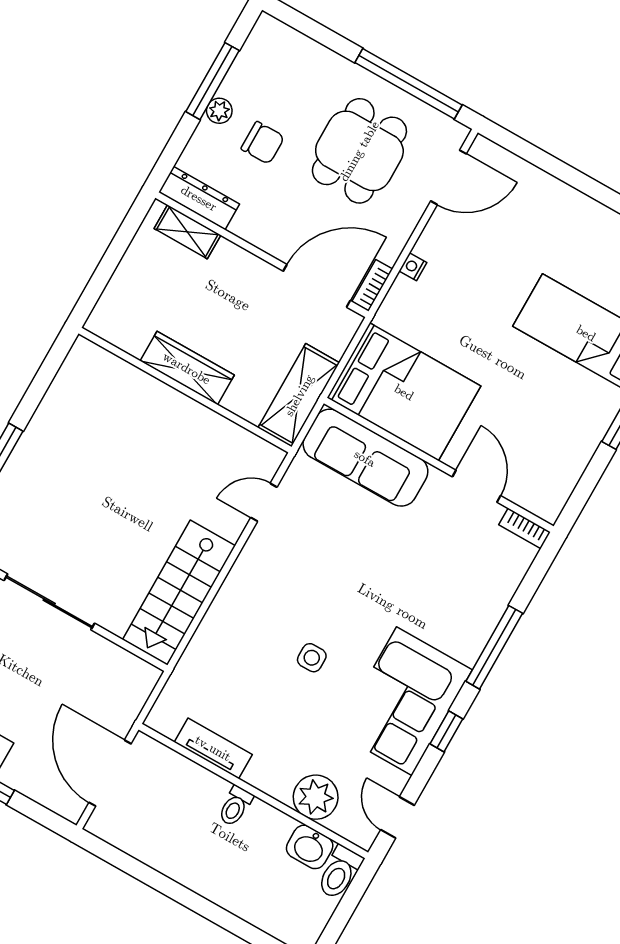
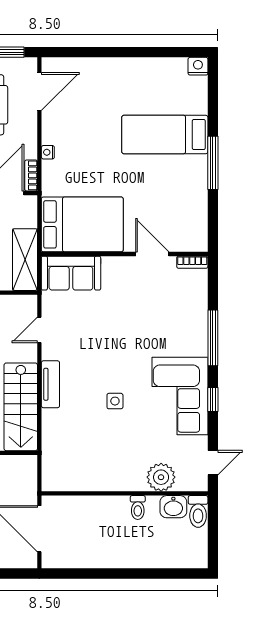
sofa: (365, 458) -> (71, 273), width x0.73
tv unit: (213, 748) -> (50, 384), moved, turned 90
toilet: (235, 806) -> (138, 507), moved
door: (397, 818) -> (213, 463), swing flipped

